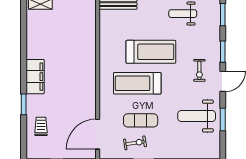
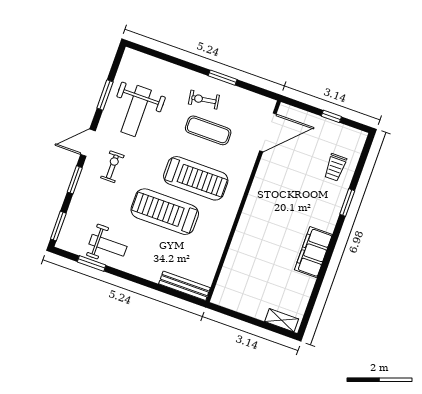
filing cabinet: (35, 77) -> (313, 252), moved
weight bench: (197, 116) -> (136, 111), turned 90
exercise bike: (135, 143) -> (204, 100), moved

